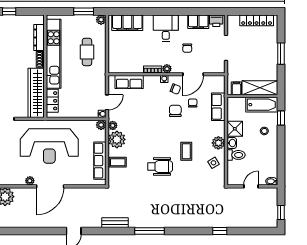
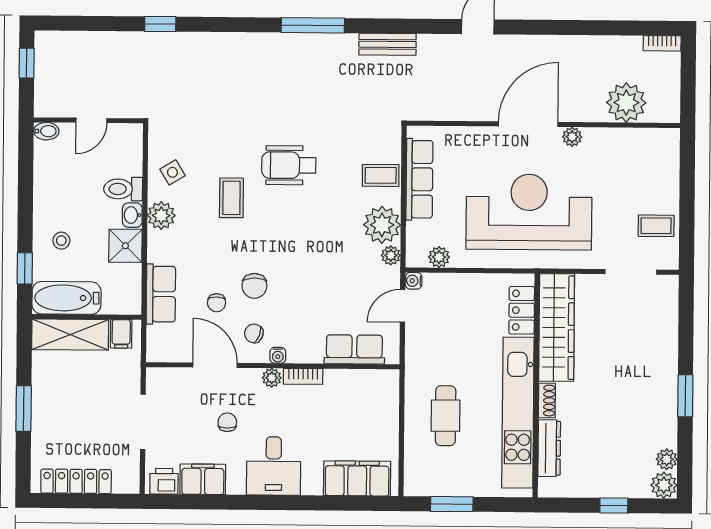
plant: (101, 20) -> (414, 486), removed
door: (193, 74) -> (215, 365), hinge flipped
plant: (101, 125) -> (439, 257), moved

